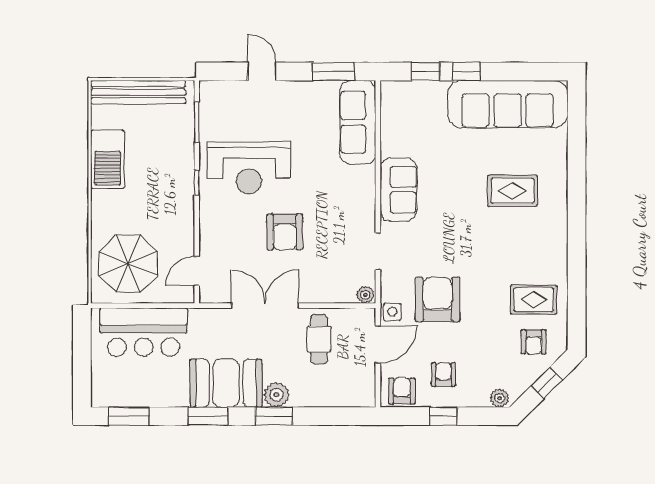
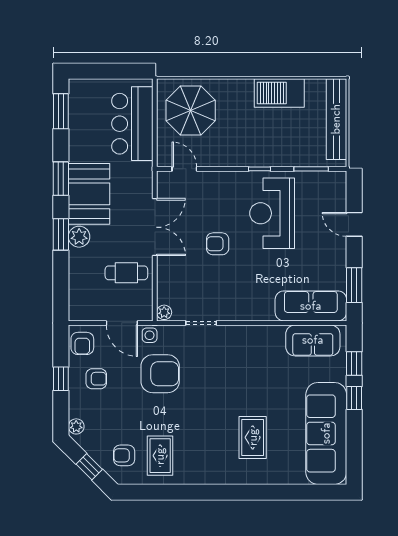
door: (262, 72) -> (354, 224), swing flipped
sofa: (398, 190) -> (313, 340), moved
armchair: (285, 232) -> (218, 244), width x0.72, depth x0.72
armchair: (402, 391) -> (82, 343), turned 90

